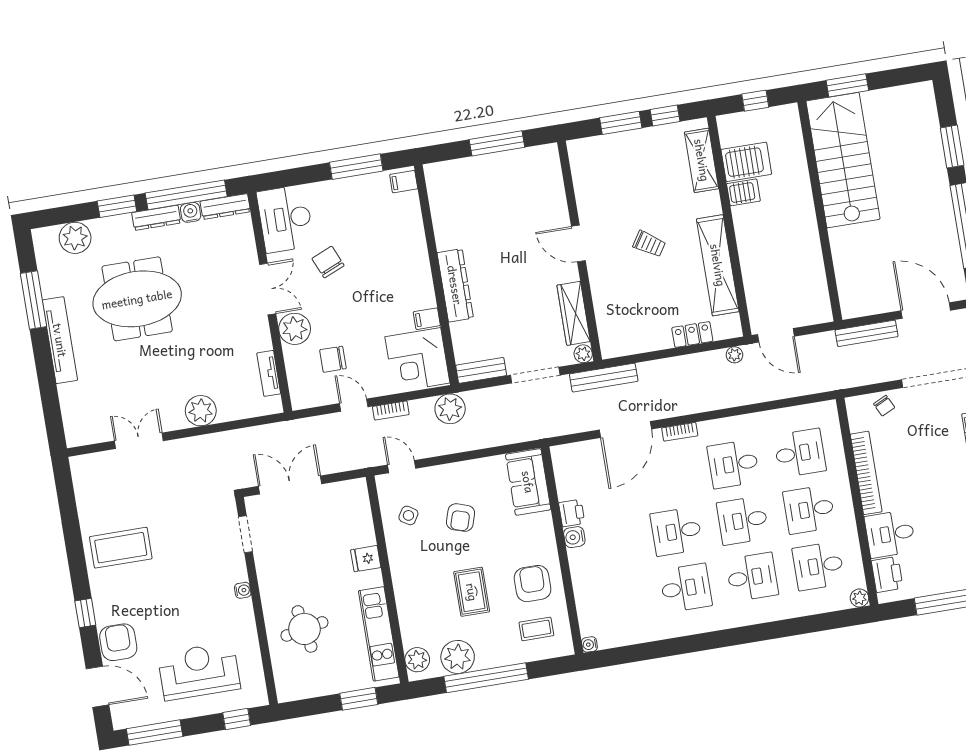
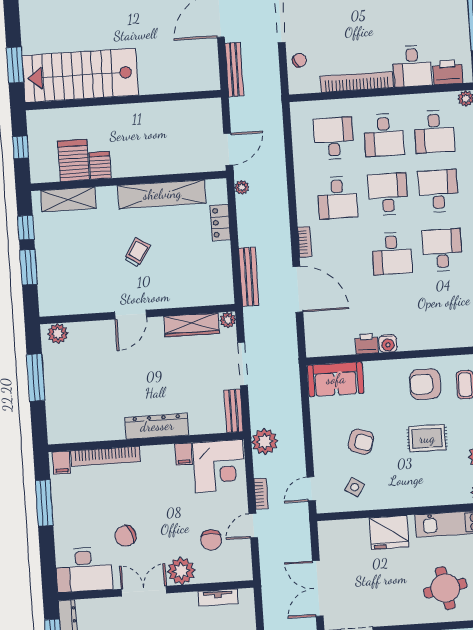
plant: (549, 163) -> (58, 334), added
bookcase: (416, 231) -> (105, 456), added
bench: (604, 378) -> (249, 277), moved
desk: (743, 520) -> (388, 194), turned 180
fridge: (366, 559) -> (389, 532), width x1.88, depth x1.34

